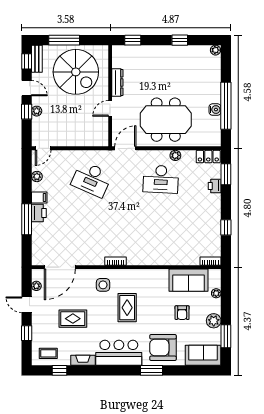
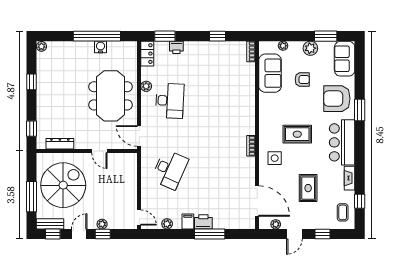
dresser: (117, 82) -> (60, 144), moved
armchair: (163, 347) -> (337, 99), turned 90

